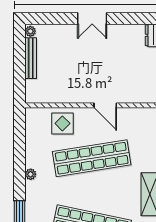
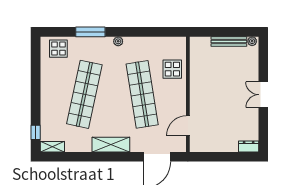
door: (105, 105) -> (188, 126), moved
plant: (31, 174) -> (118, 41), moved

